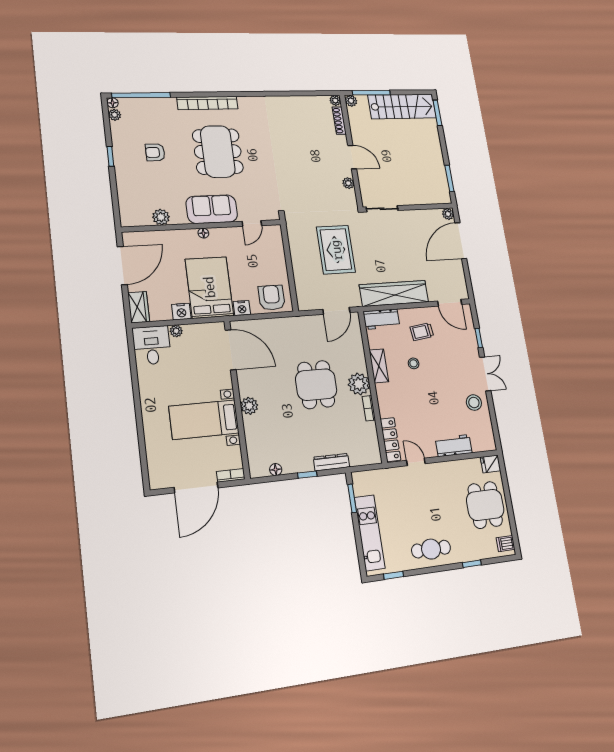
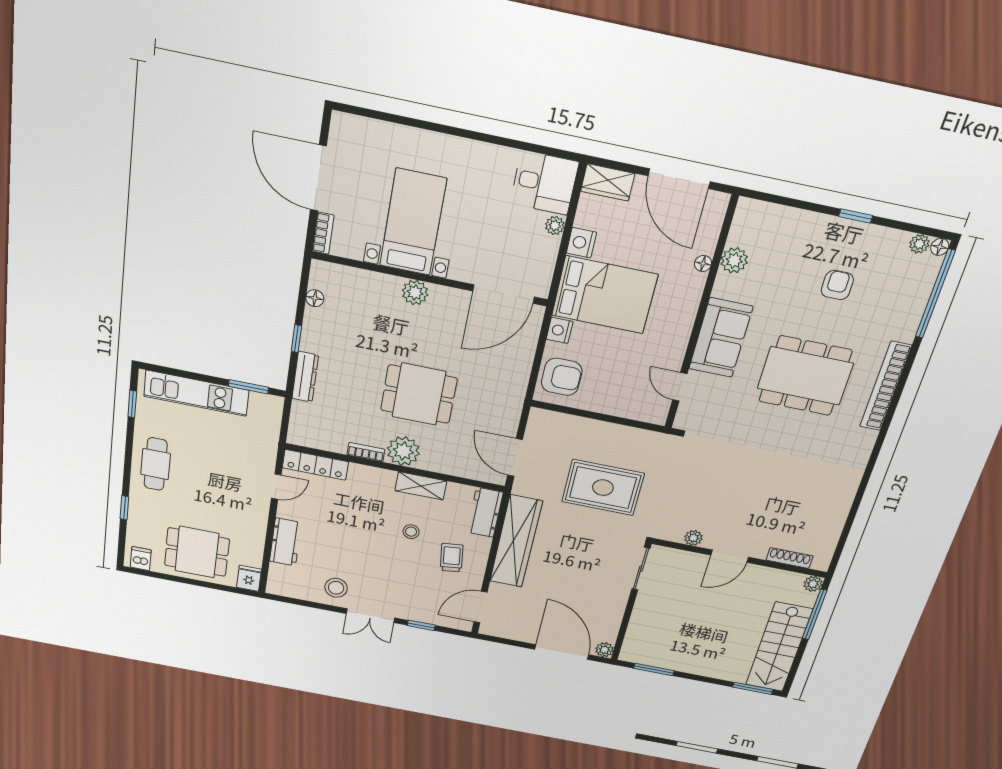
plant: (335, 100) -> (821, 563), removed
floor lamp: (203, 233) -> (703, 263), moved

